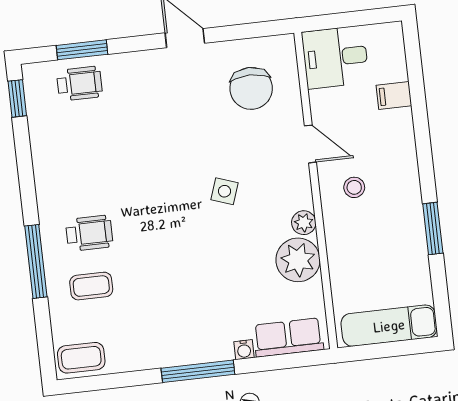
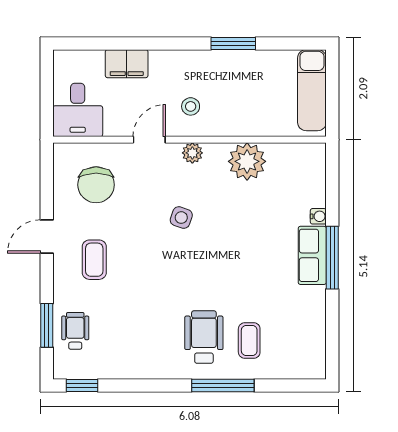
chair: (251, 88) -> (96, 185), turned 90
filing cabinet: (394, 96) -> (127, 64), width x2.00
plant: (304, 223) -> (192, 153), moved
wheelchair: (89, 233) -> (204, 337), width x1.36, depth x1.37
row of seats: (288, 337) -> (312, 255), moved
coffee table: (81, 358) -> (94, 260), moved

